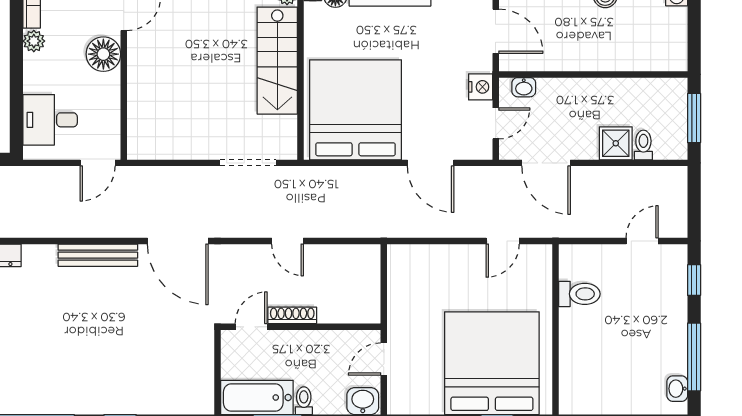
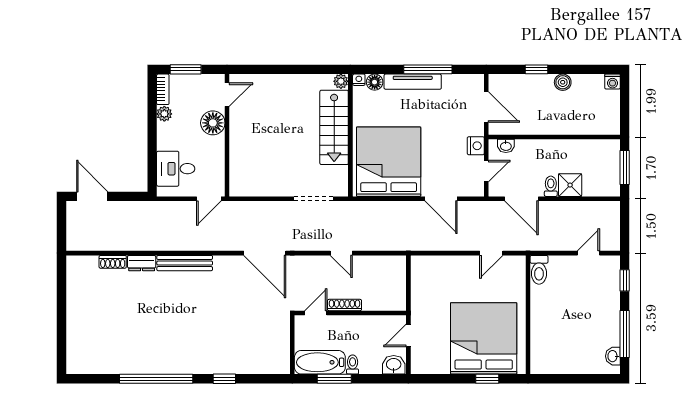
toilet: (643, 145) -> (551, 186), moved
bench: (98, 255) -> (185, 263), moved
toilet: (579, 294) -> (539, 270), moved, turned 90

